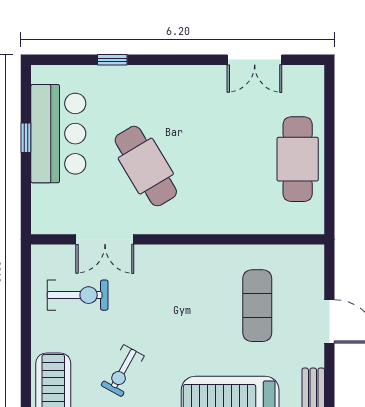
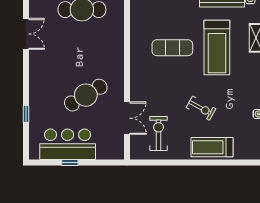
exercise mat: (257, 306) -> (172, 48), moved

